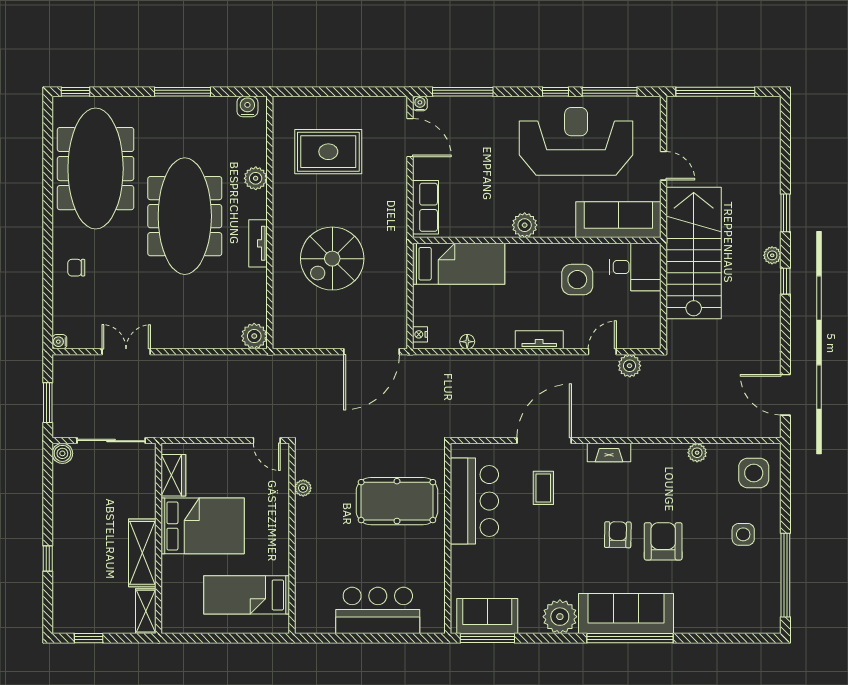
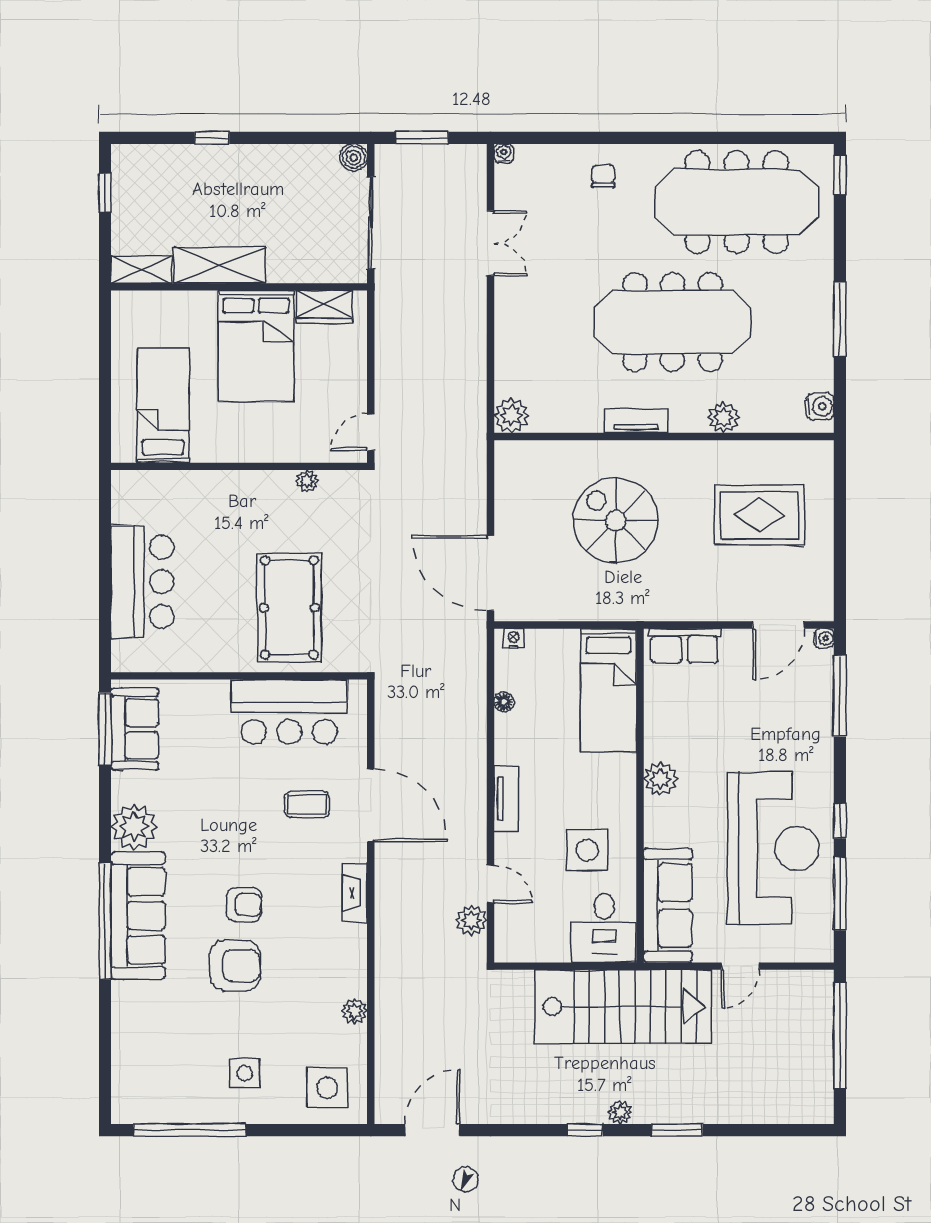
rug: (328, 152) -> (759, 515), turned 90

